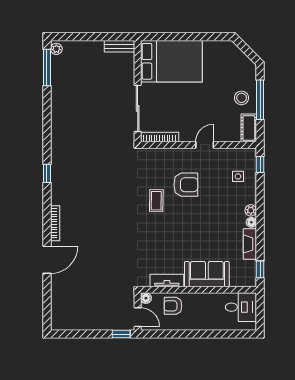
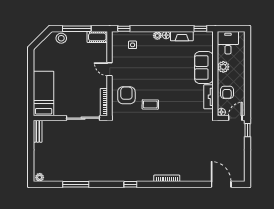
bed: (171, 61) -> (44, 94), width x0.67
window: (47, 67) -> (76, 184), moved
stool: (242, 98) -> (61, 38), moved
armchair: (186, 185) -> (126, 95), moved
door: (47, 260) -> (221, 184), moved
plant: (208, 301) -> (223, 67), added

